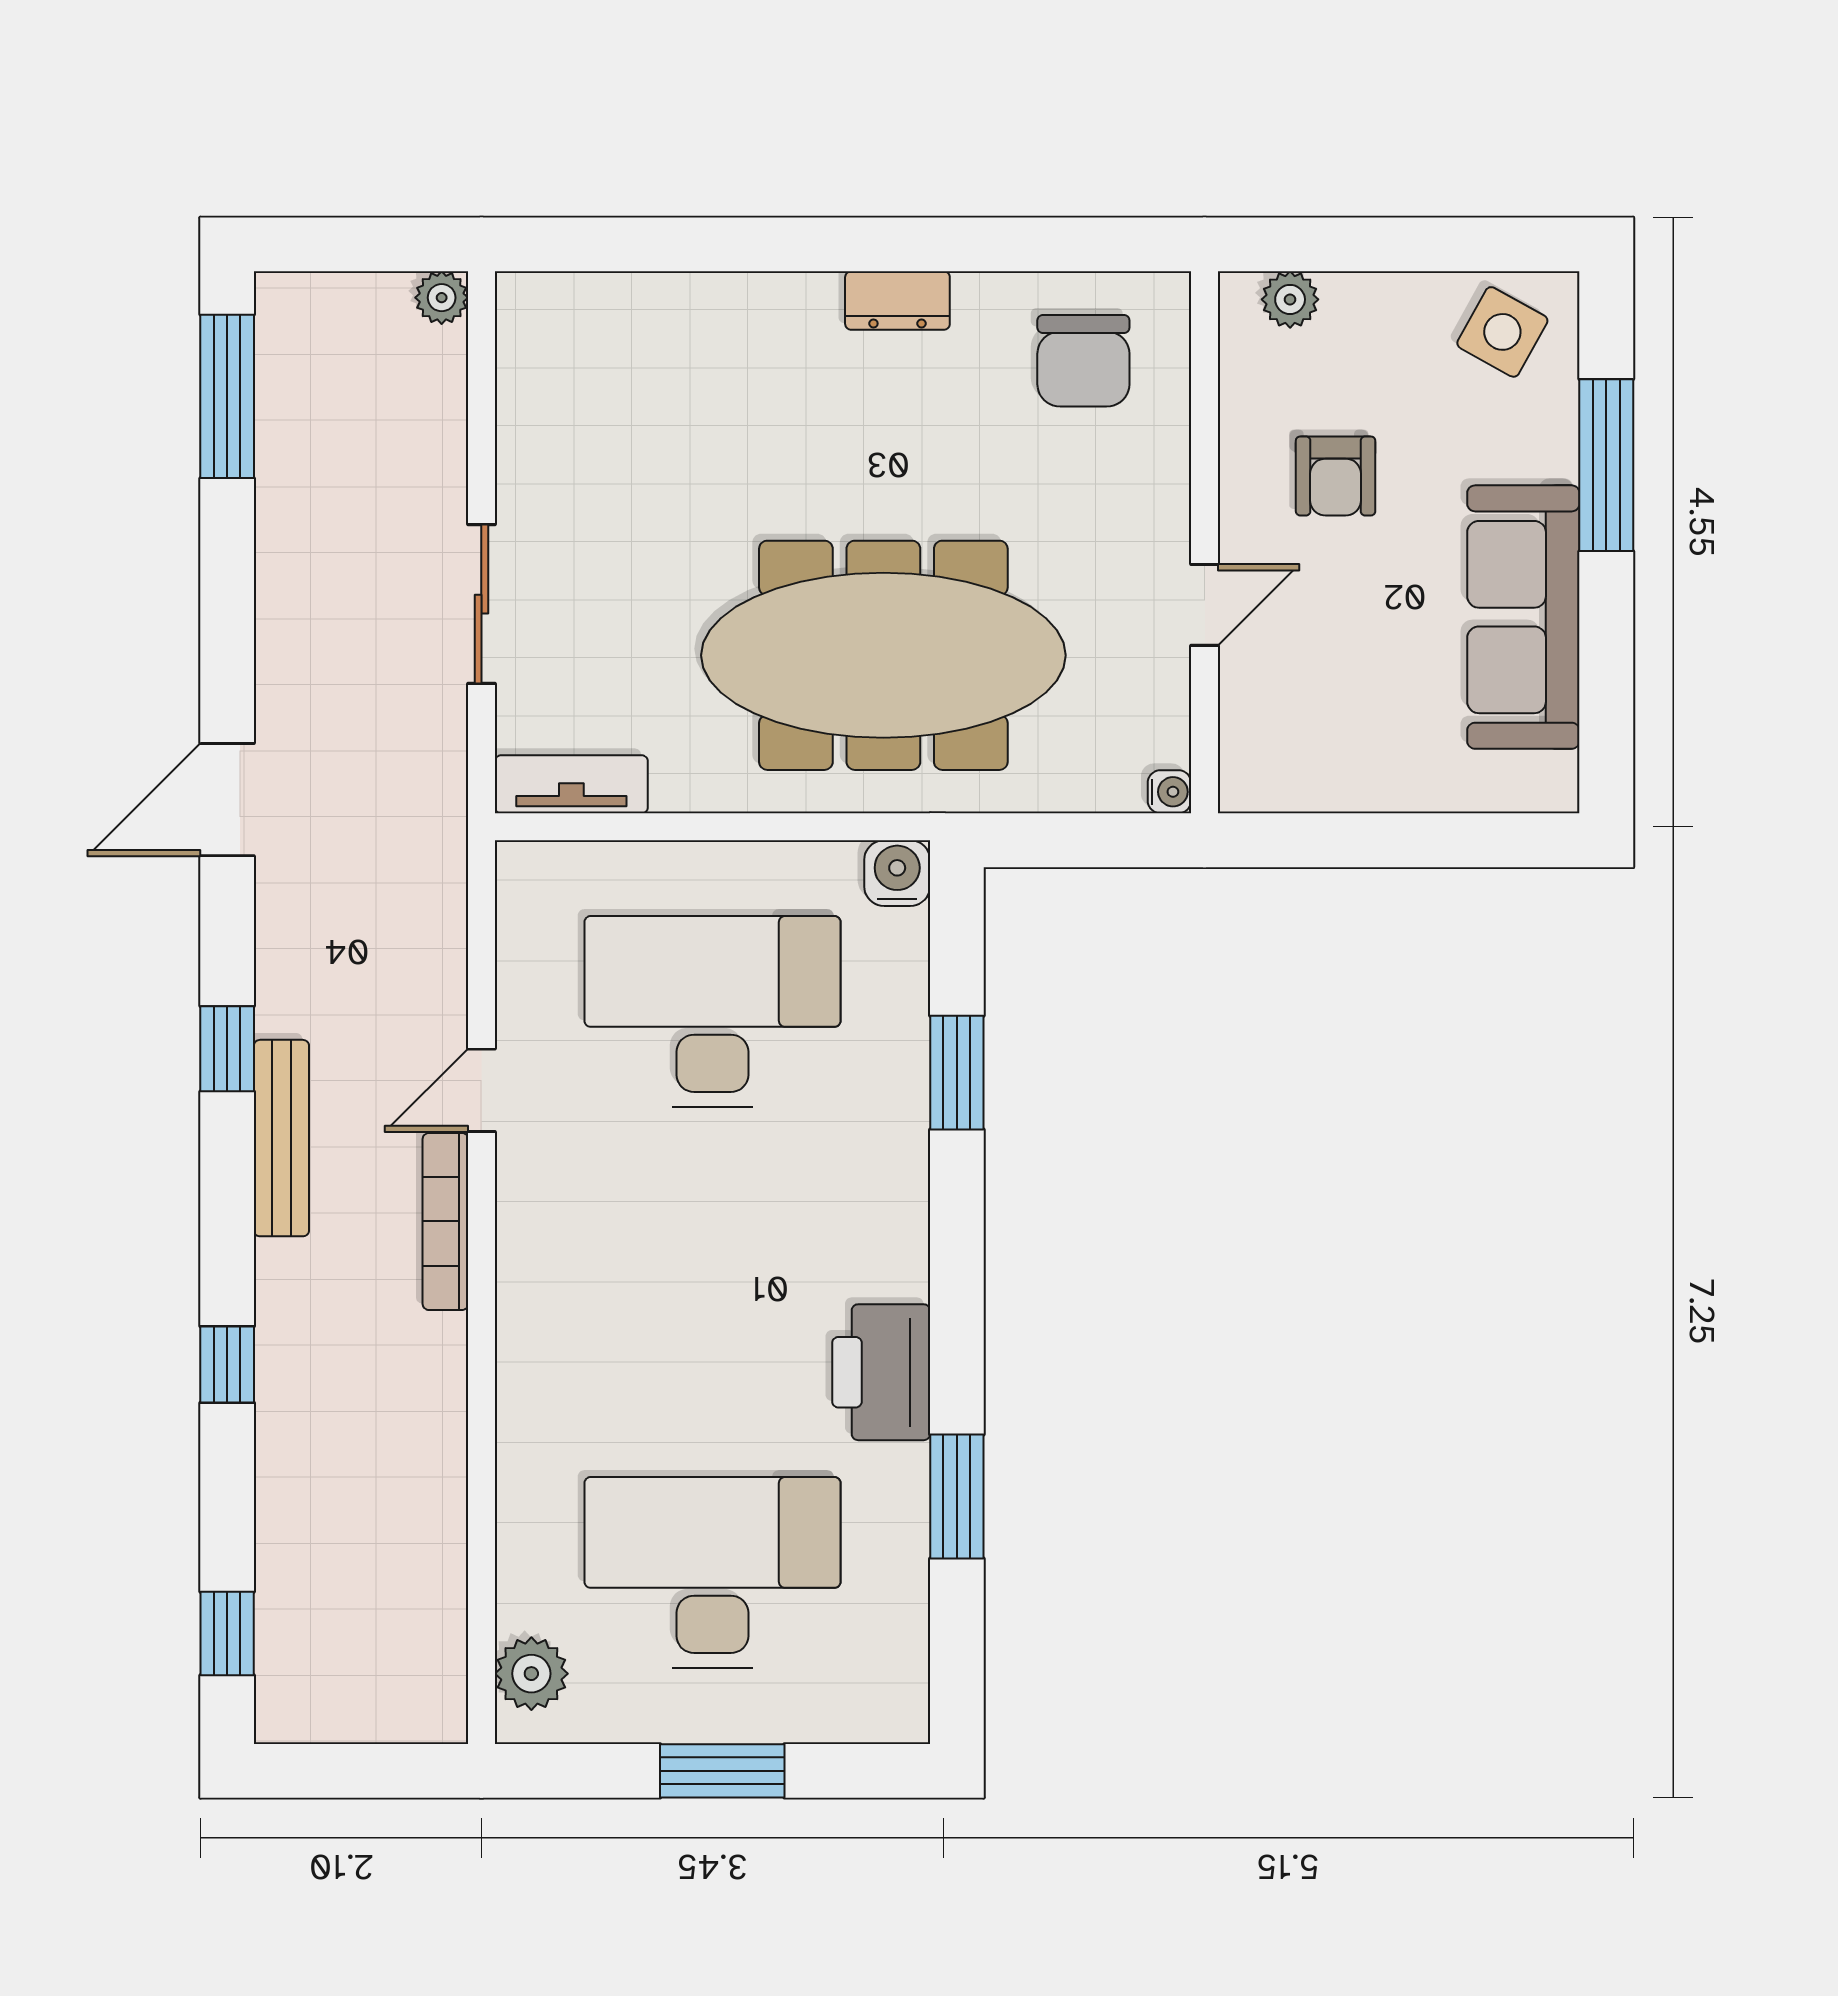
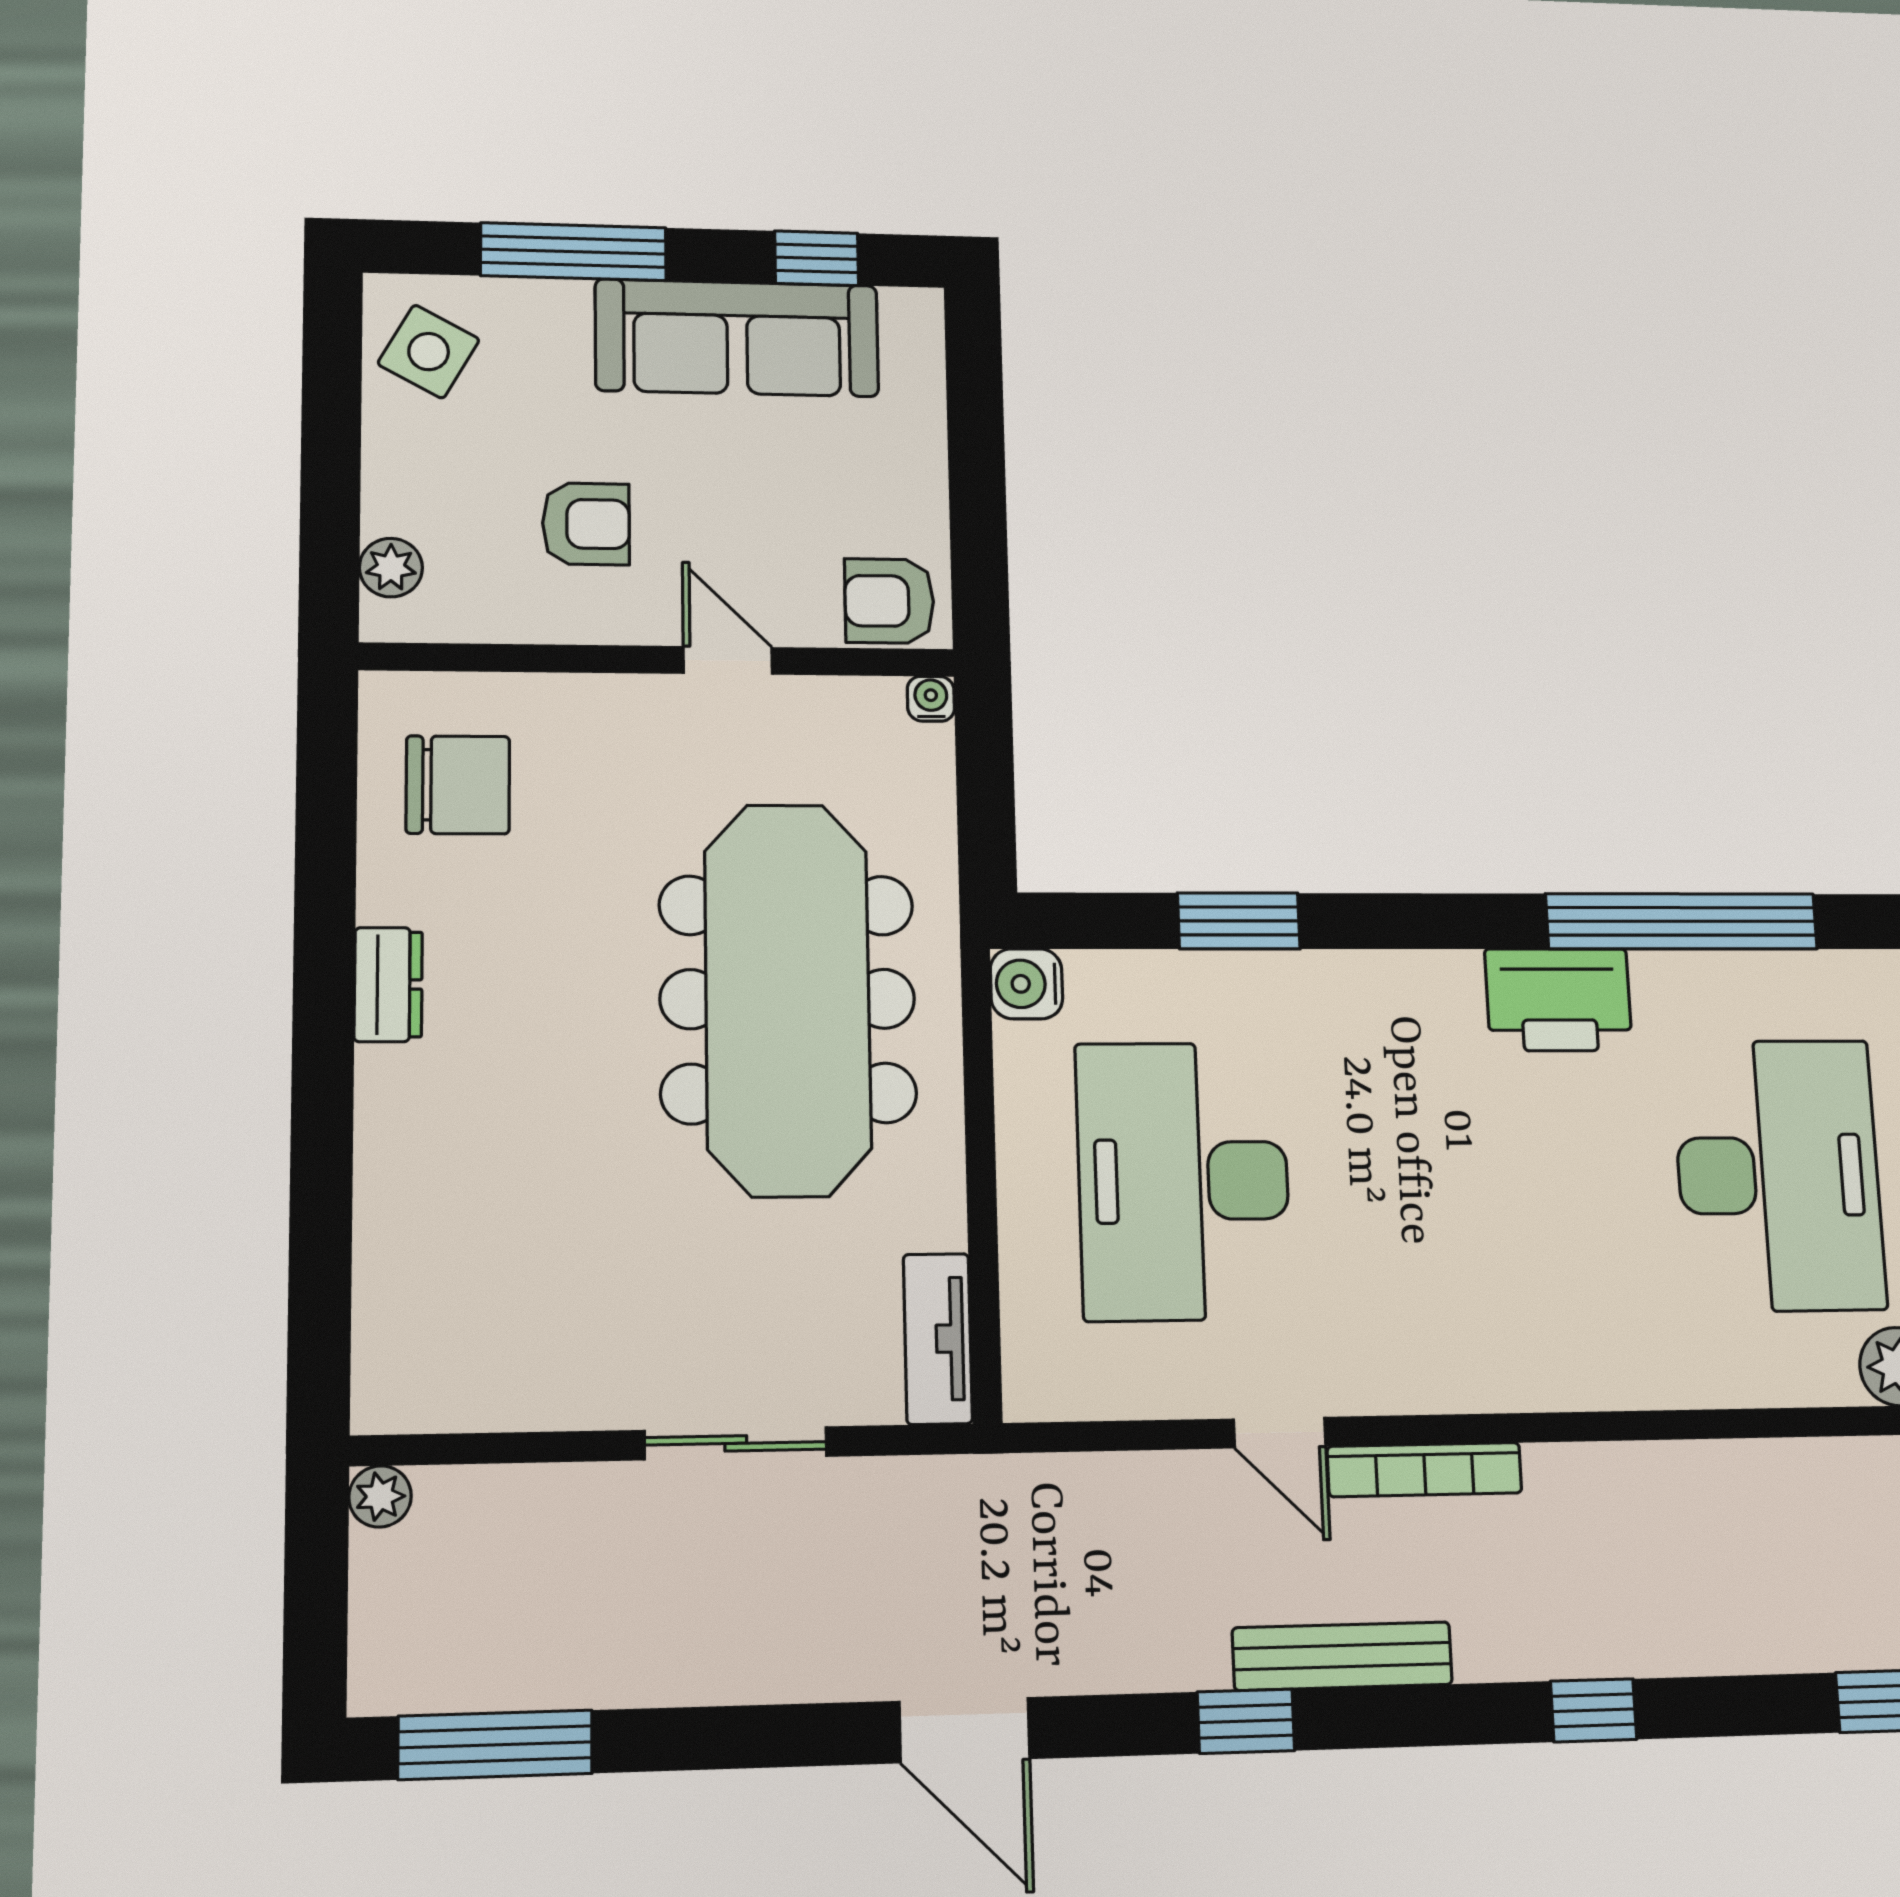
window: (1606, 693) -> (817, 258), added
armchair: (1264, 755) -> (889, 601), added
window: (957, 1496) -> (1682, 921), width x2.11
desk: (712, 1573) -> (1778, 1175), turned 180

